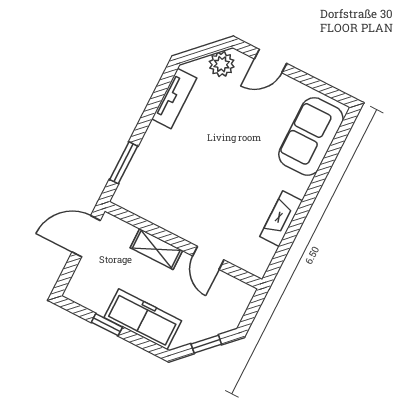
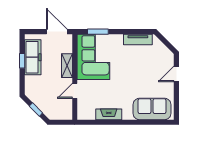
door: (271, 61) -> (176, 74), hinge flipped
plant: (222, 64) -> (164, 53), removed
corner sofa: (165, 194) -> (93, 57), added
freezer: (143, 319) -> (33, 57), moved

